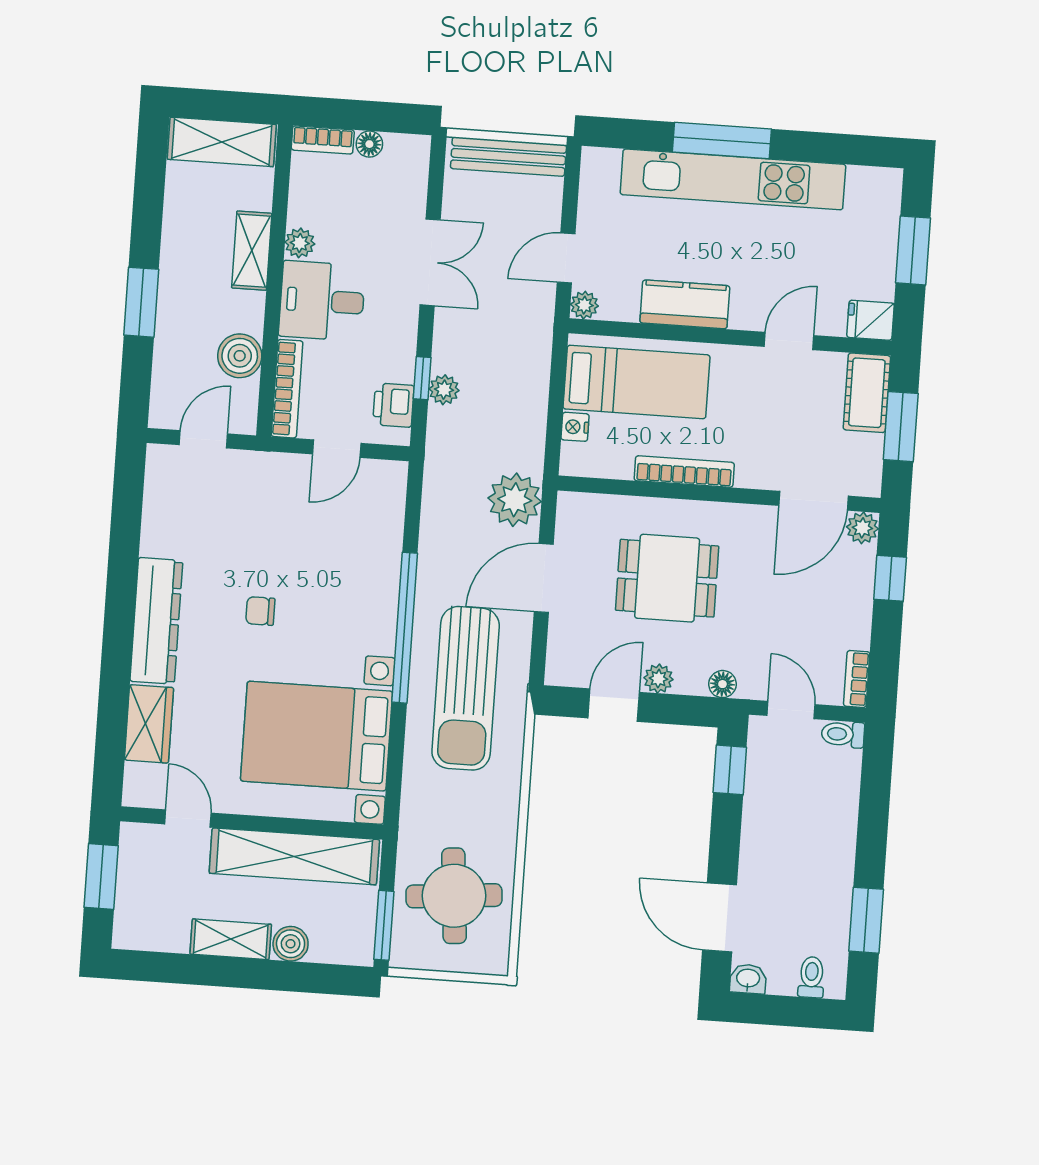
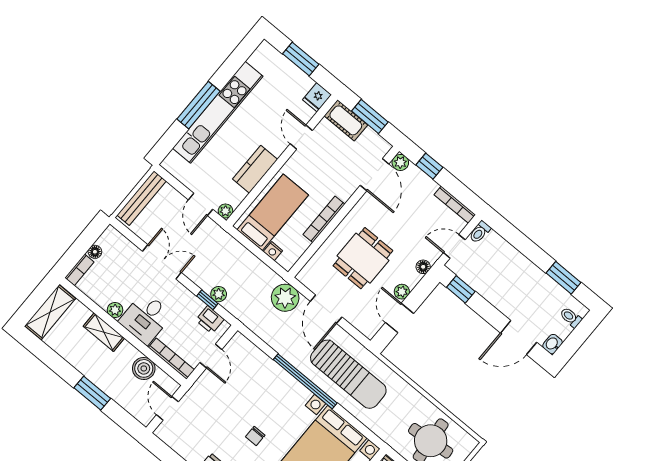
bookcase: (857, 679) -> (455, 205), width x1.56

